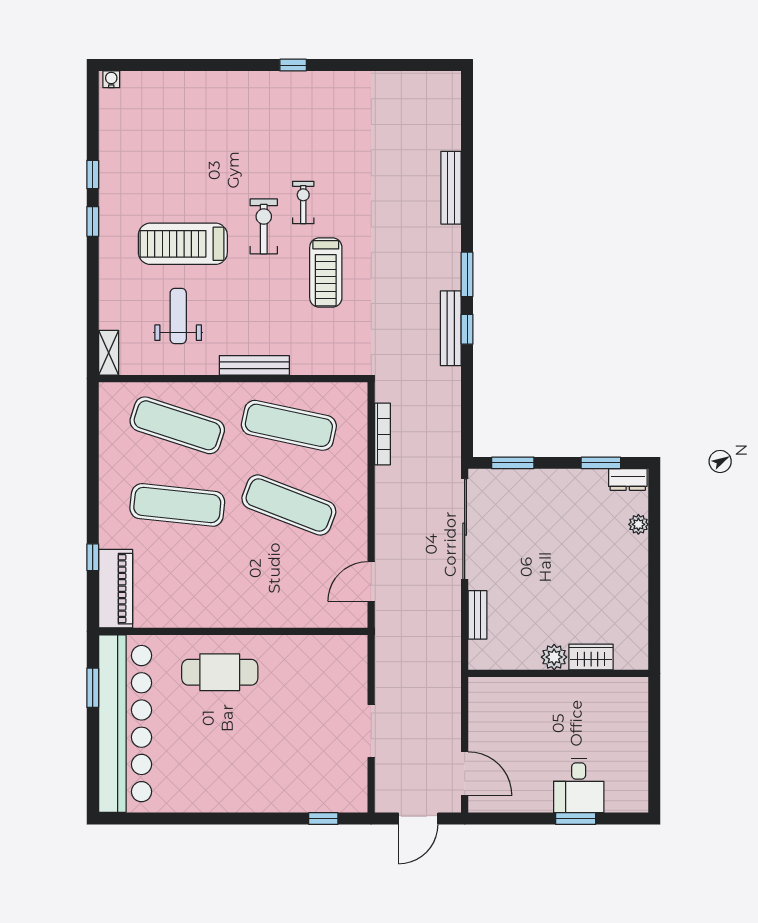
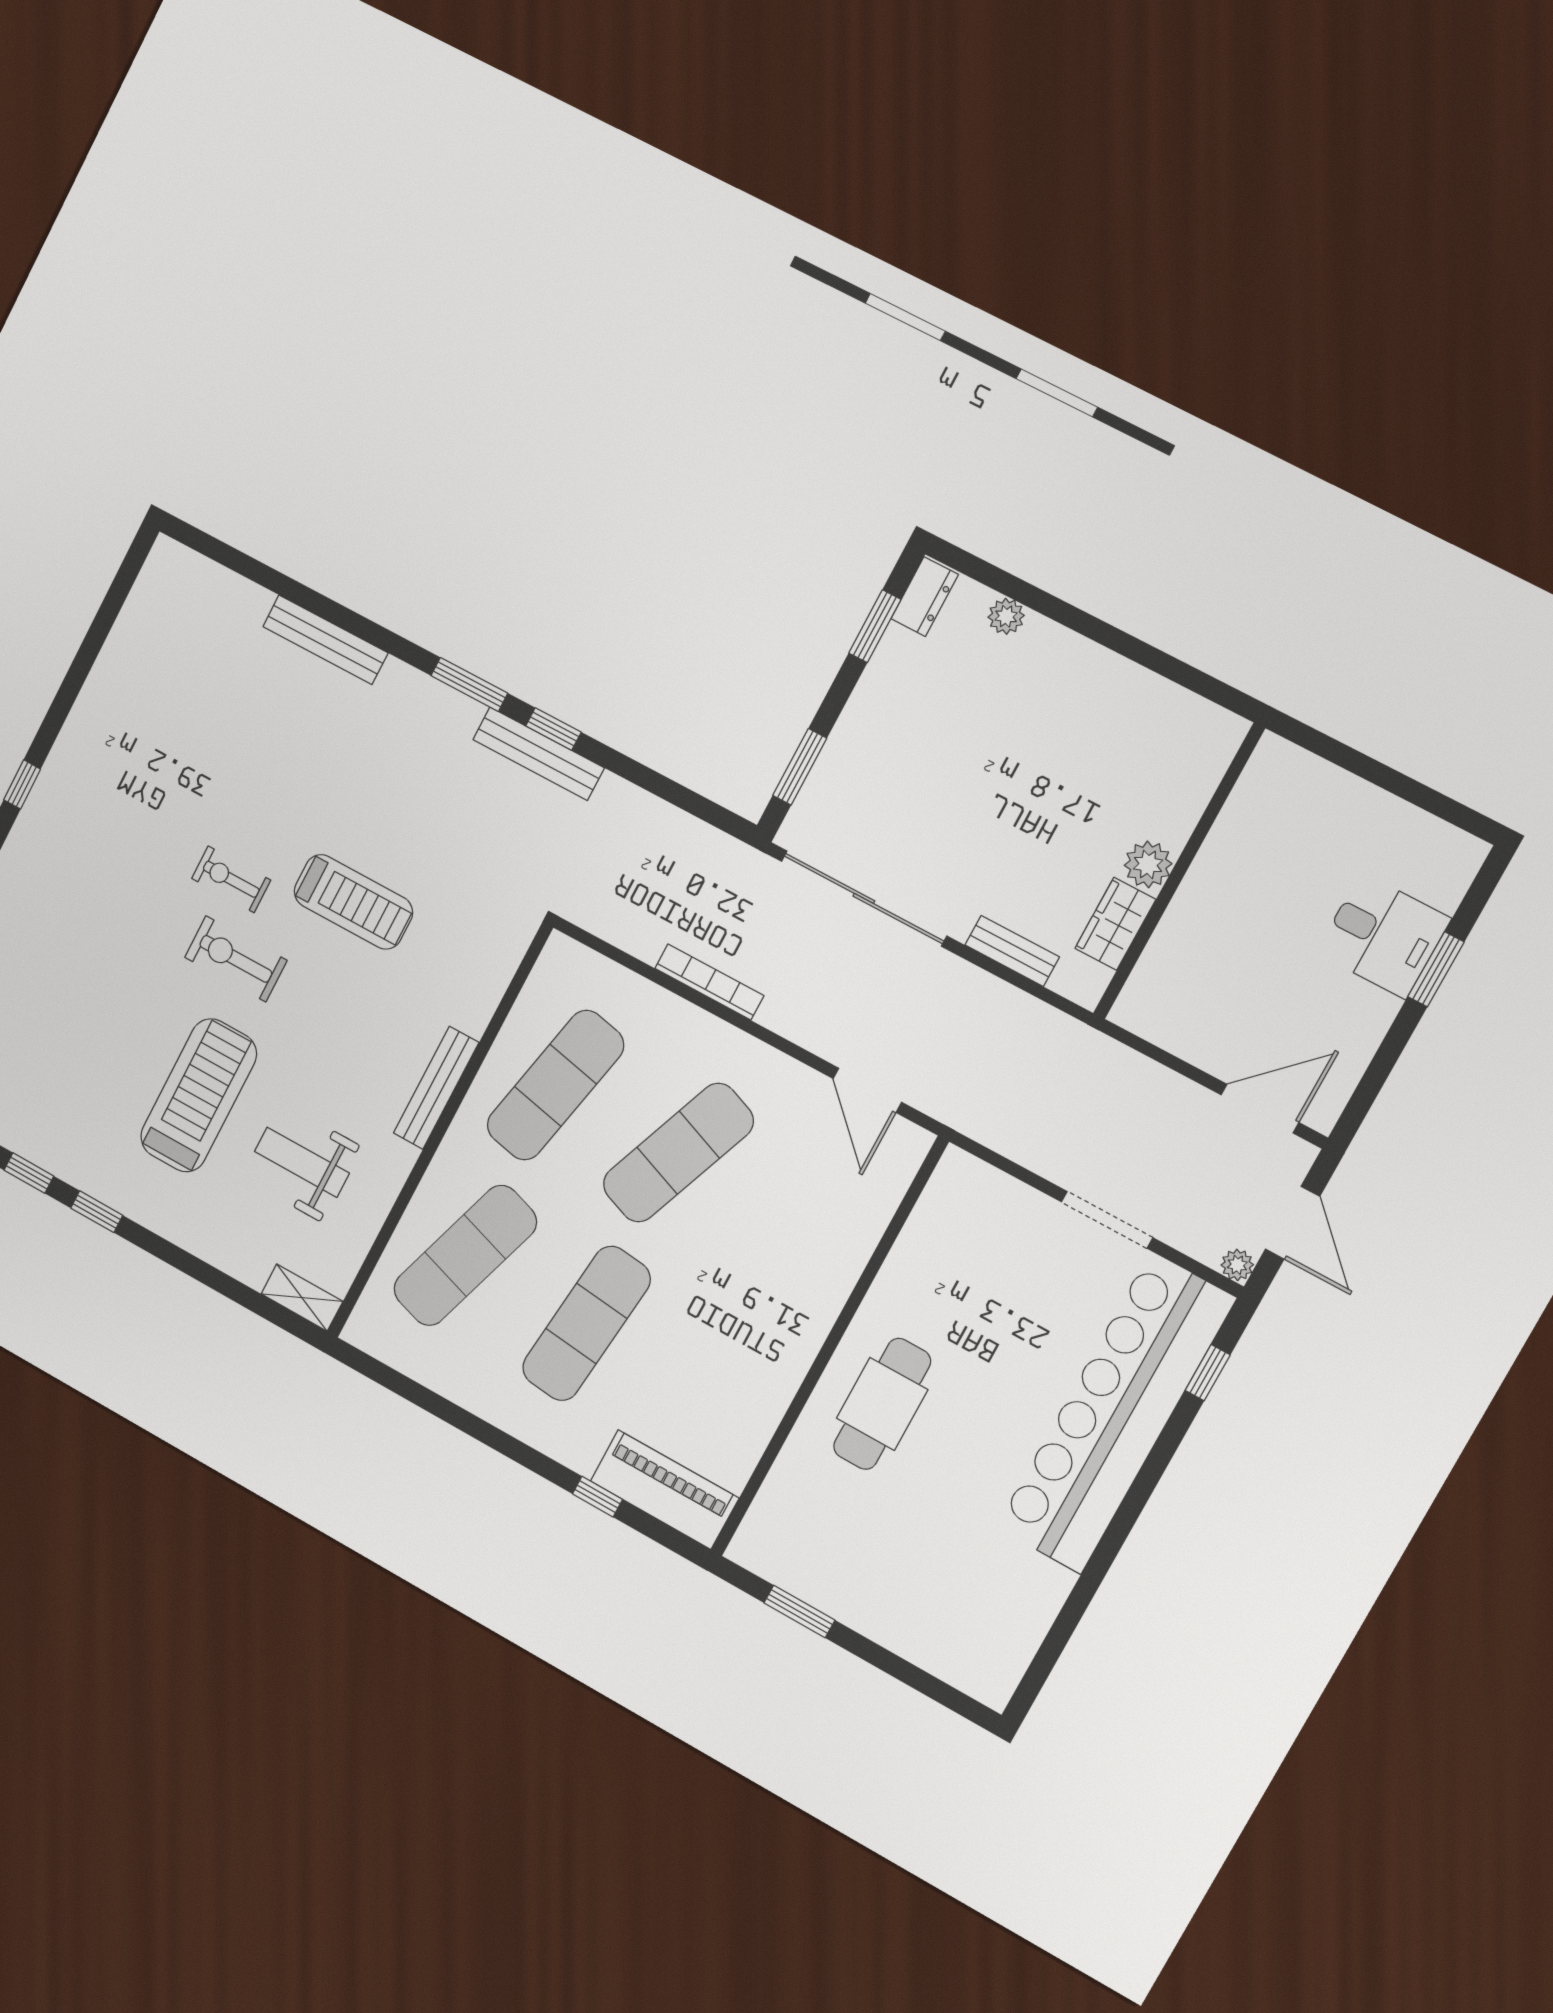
treadmill: (183, 244) -> (199, 1095), turned 180
bookcase: (383, 434) -> (709, 982), moved
wardrobe: (591, 657) -> (1115, 924), moved
bar counter: (125, 724) -> (1116, 1413), moved, turned -90
plant: (383, 804) -> (1237, 1265), added

